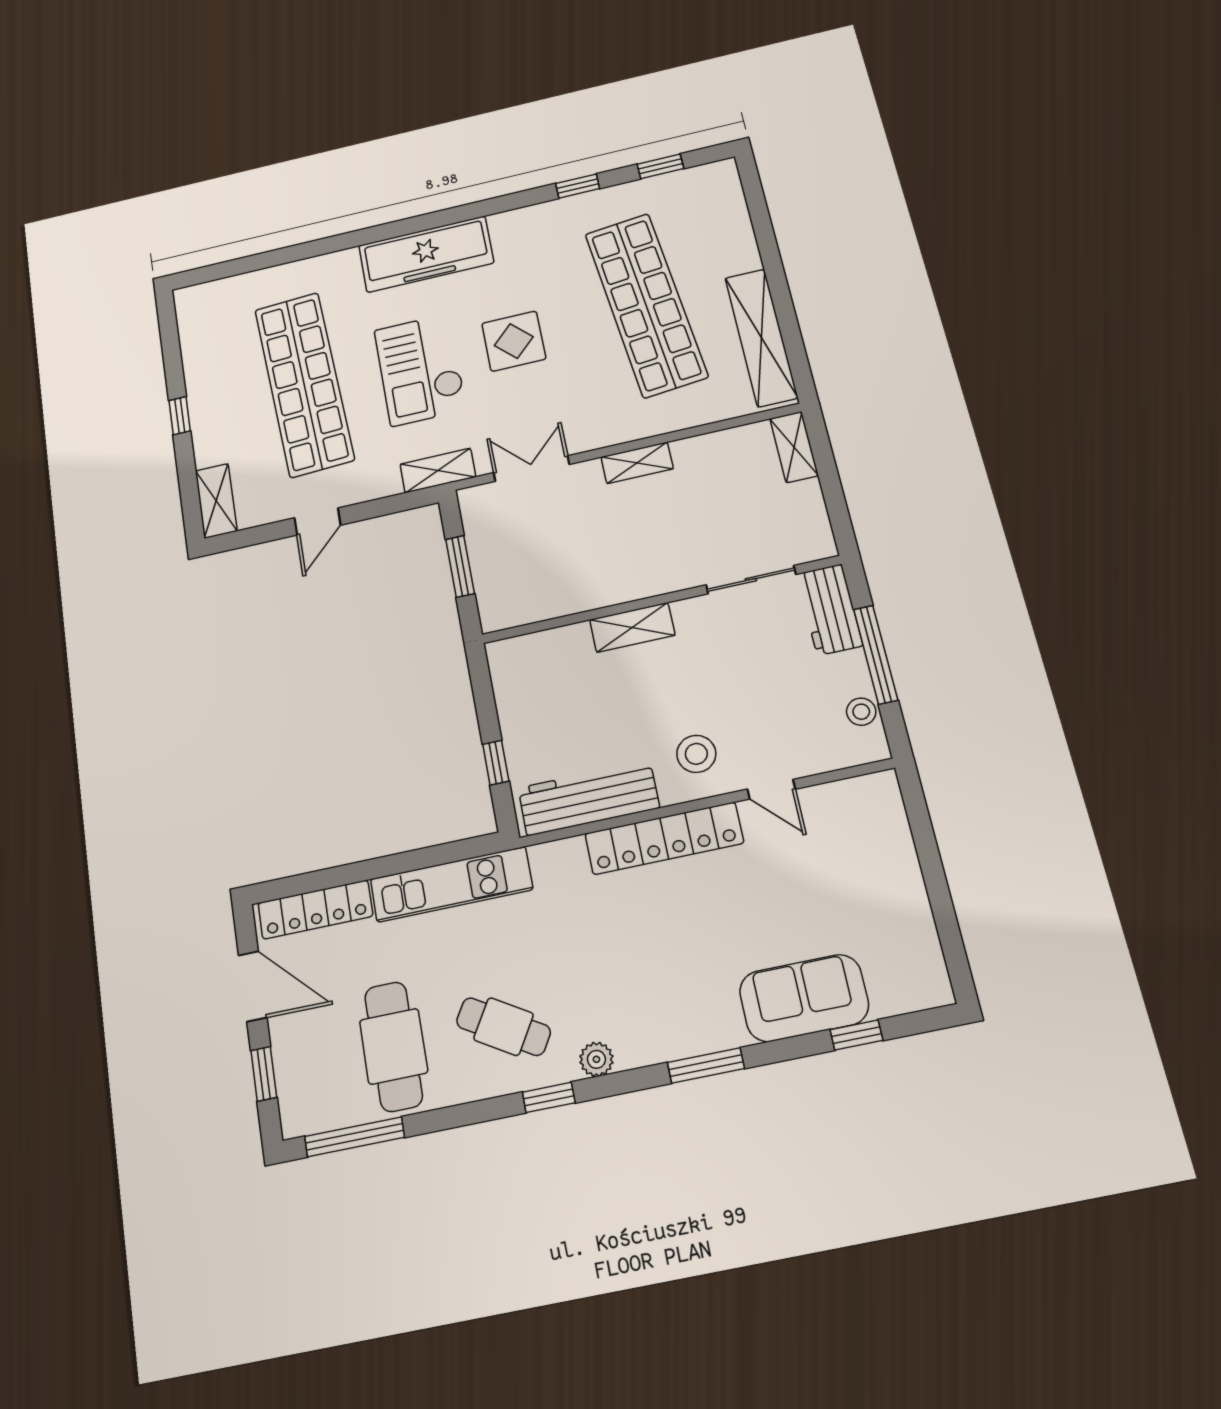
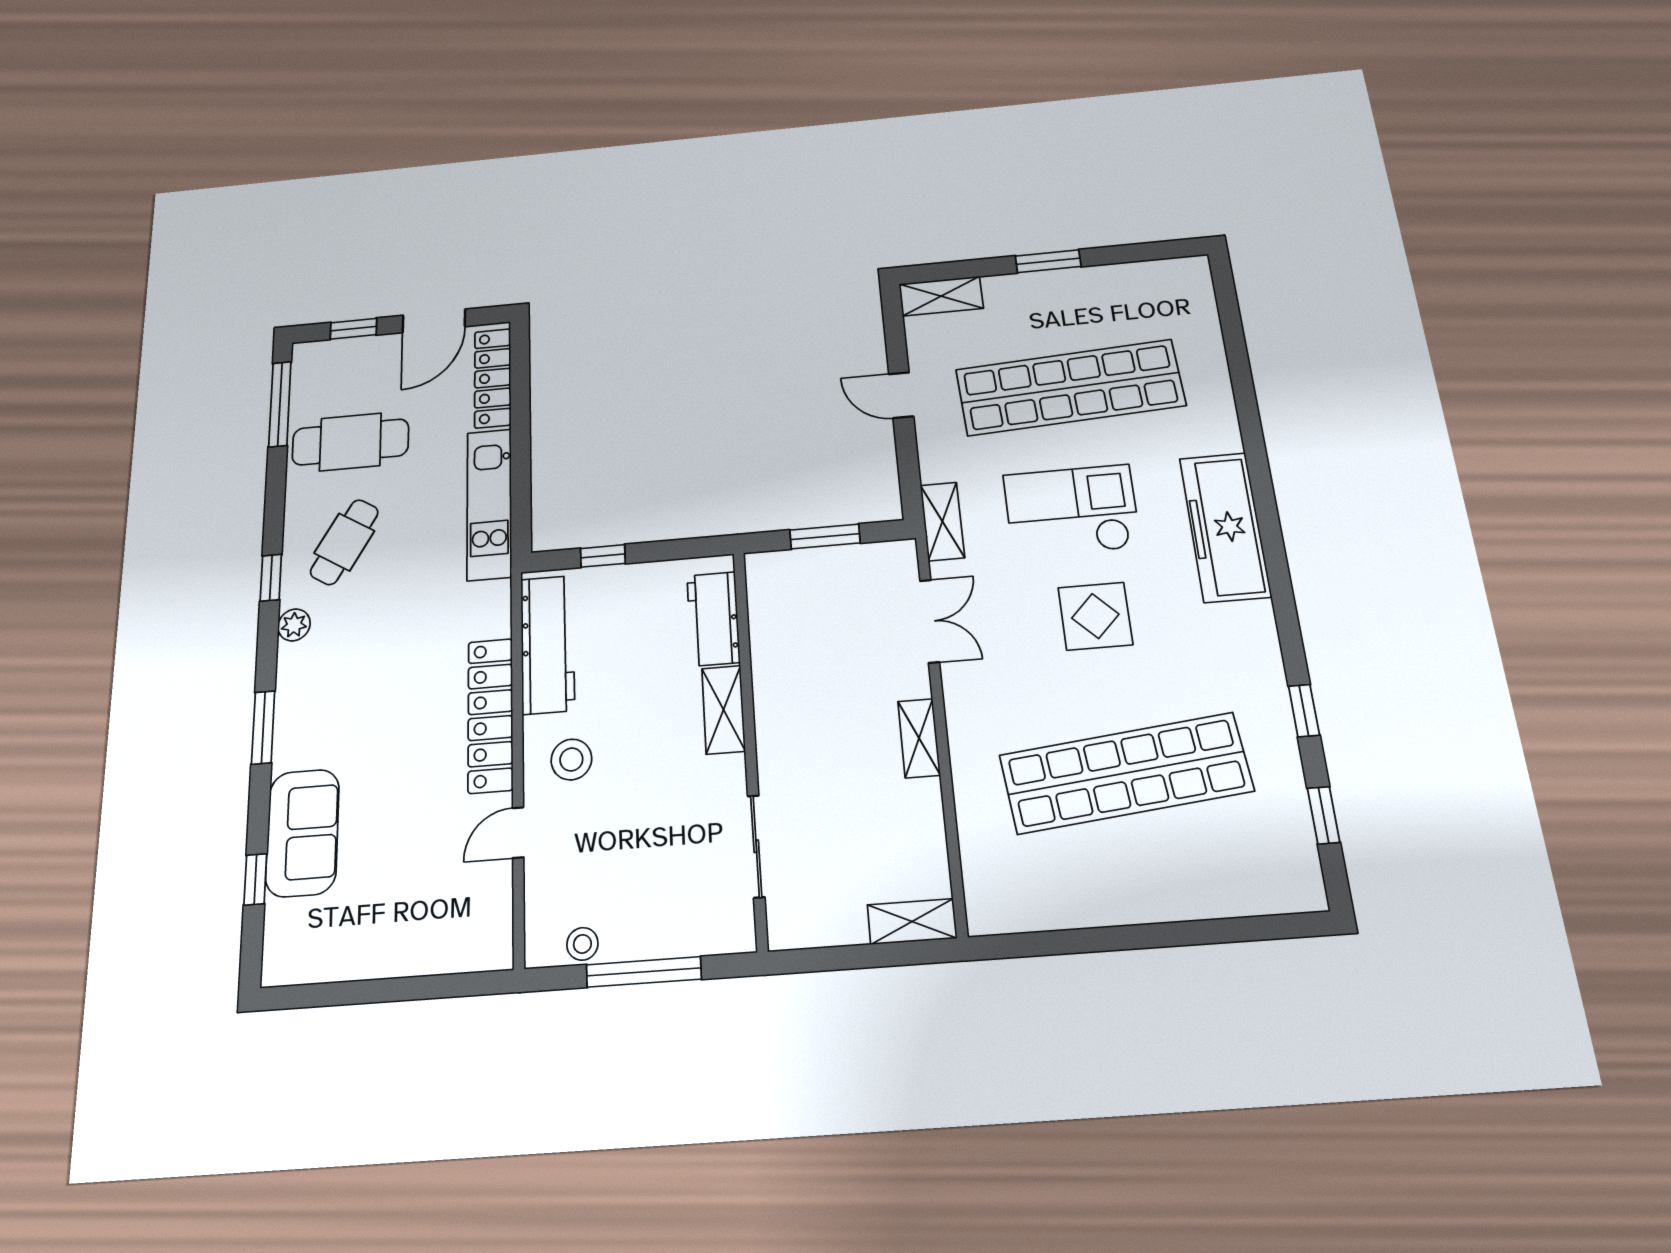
shelving: (761, 337) -> (1063, 905), removed
window: (180, 416) -> (1048, 261), width x1.50
workbench: (830, 610) -> (713, 619), moved, turned -90

